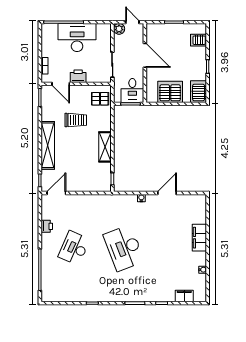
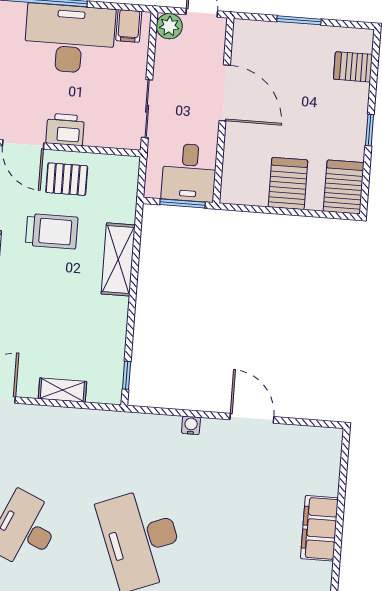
filing cabinet: (102, 30) -> (129, 26), added
server rack: (170, 92) -> (288, 183), width x0.62
pallet: (100, 99) -> (67, 179), moved
shelving: (105, 147) -> (118, 259), moved
shelving: (86, 187) -> (62, 390), added
door: (167, 193) -> (252, 418), hinge flipped

